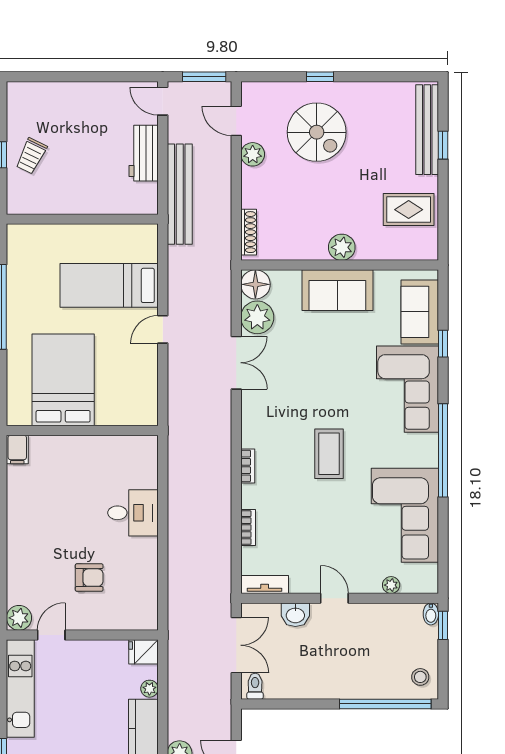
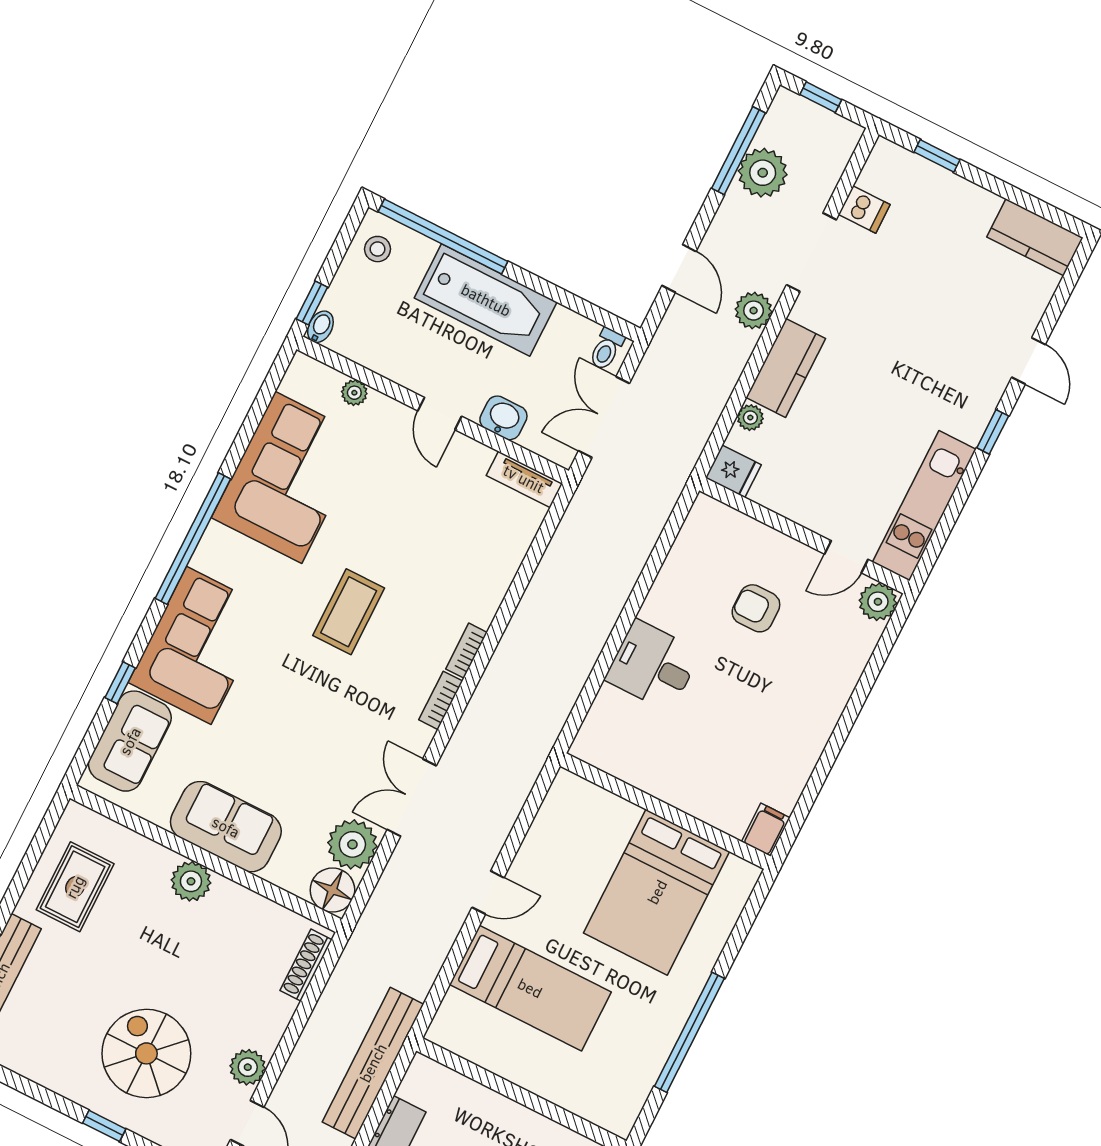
rug: (409, 210) -> (75, 887), turned 90
bookcase: (248, 528) -> (441, 700), moved
bathtub: (341, 679) -> (486, 300), added

